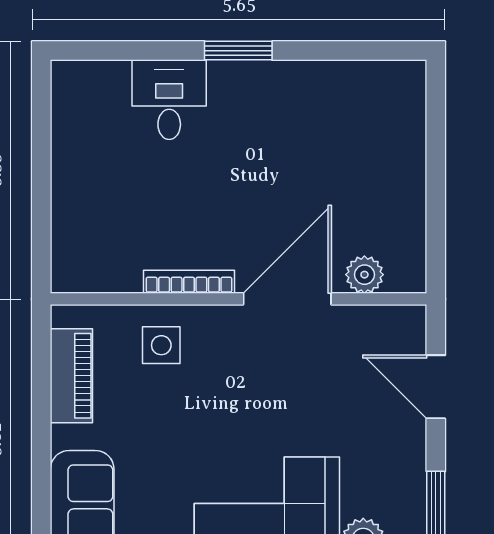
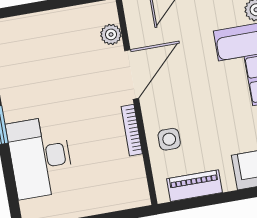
desk: (169, 100) -> (40, 157), width x1.87, depth x1.30
door: (287, 299) -> (132, 74), swing flipped

